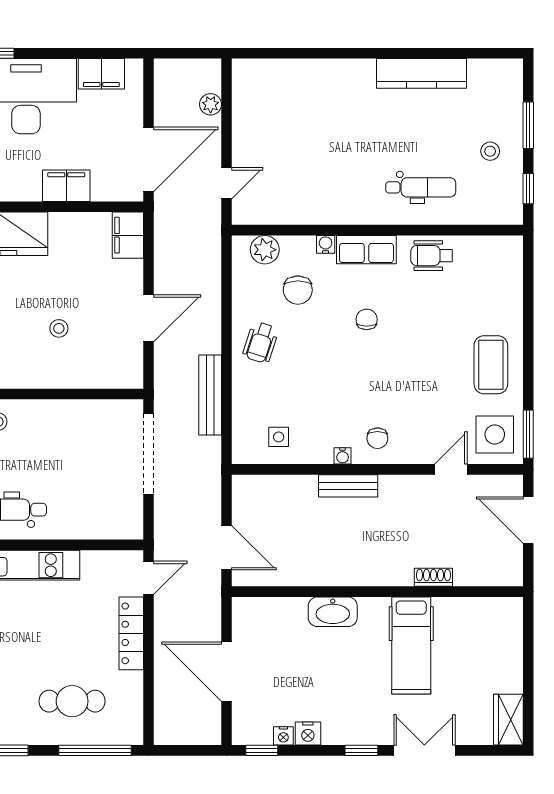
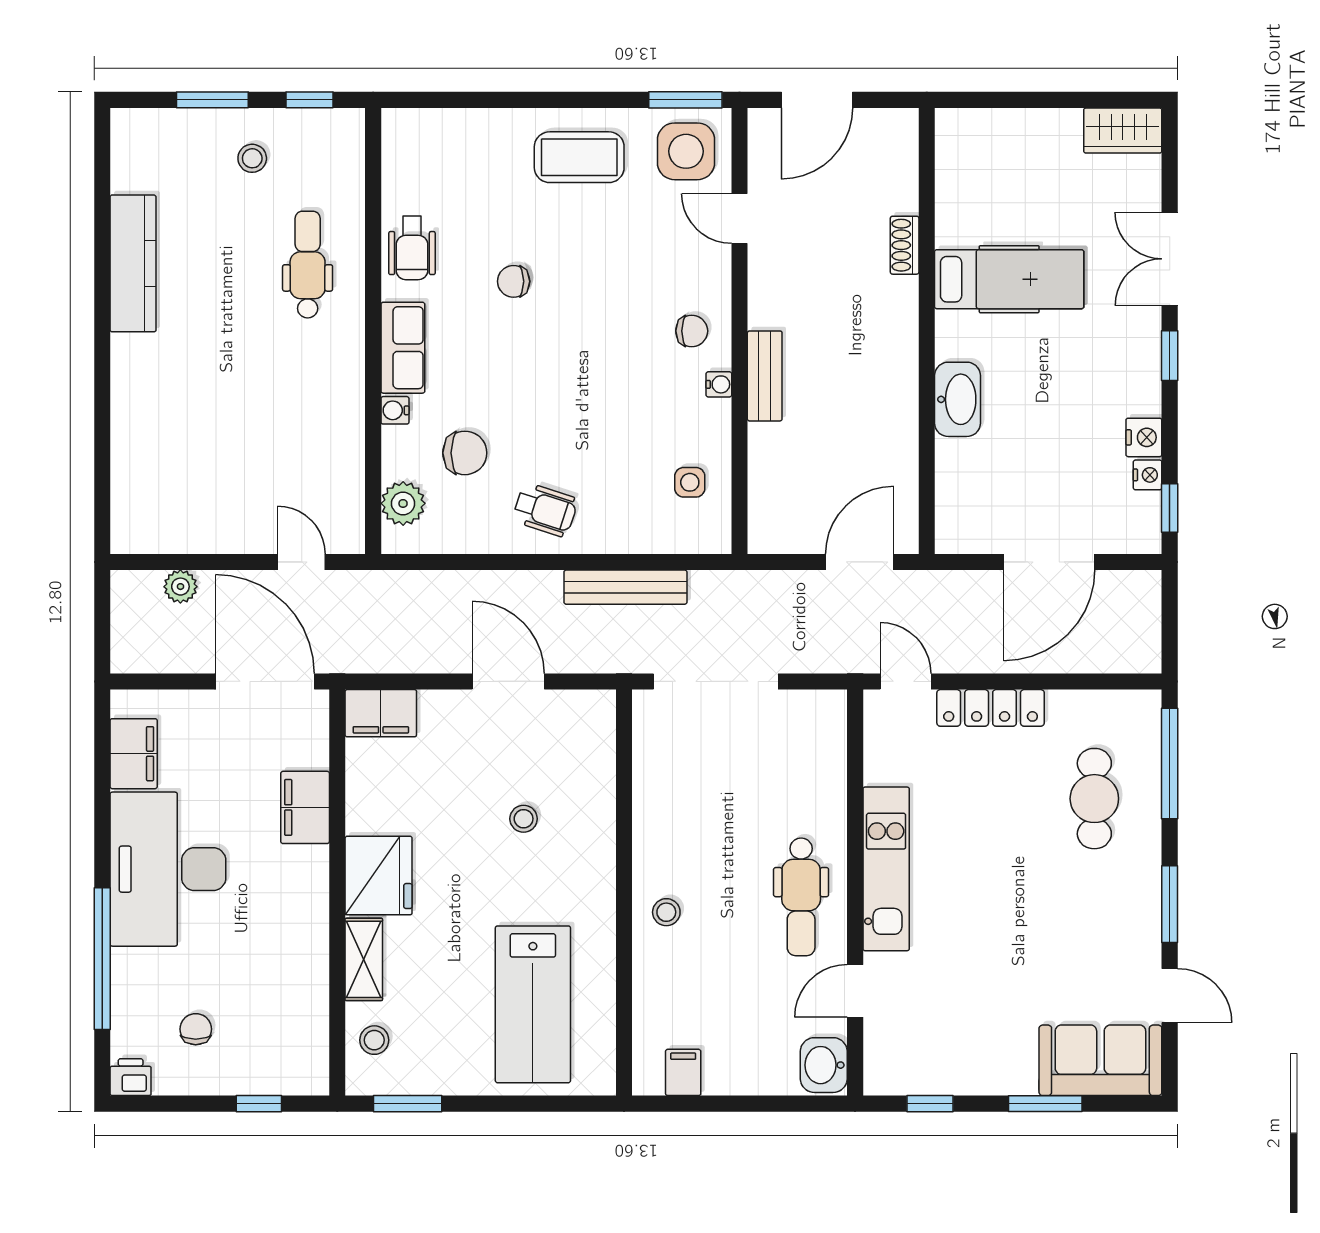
chair: (367, 319) -> (514, 281), moved

